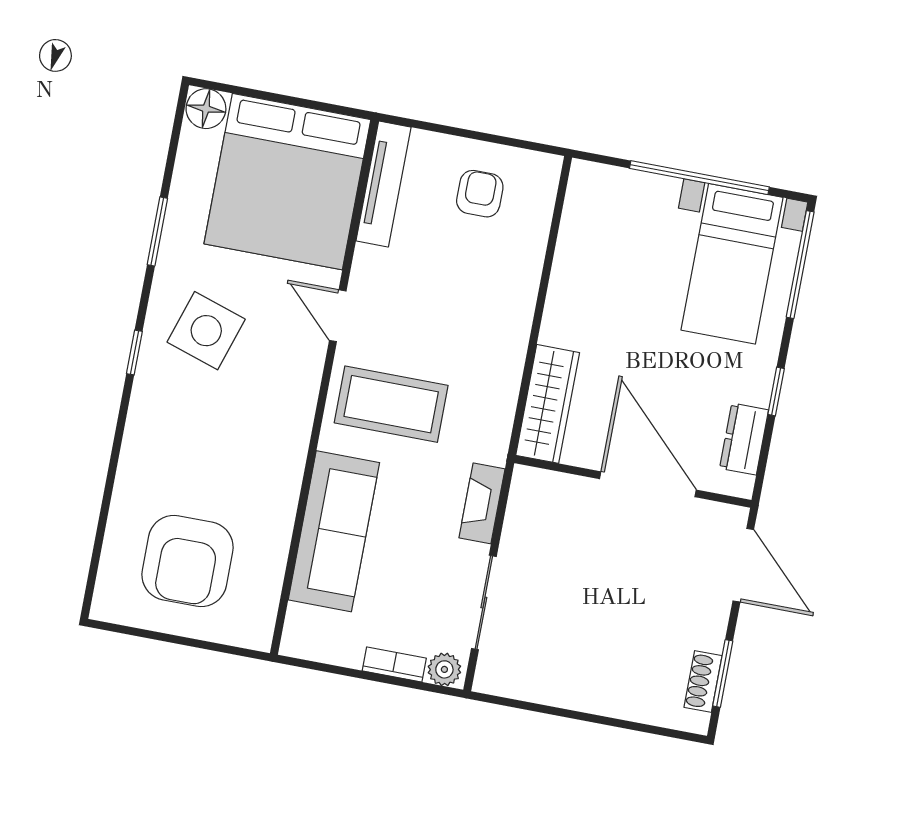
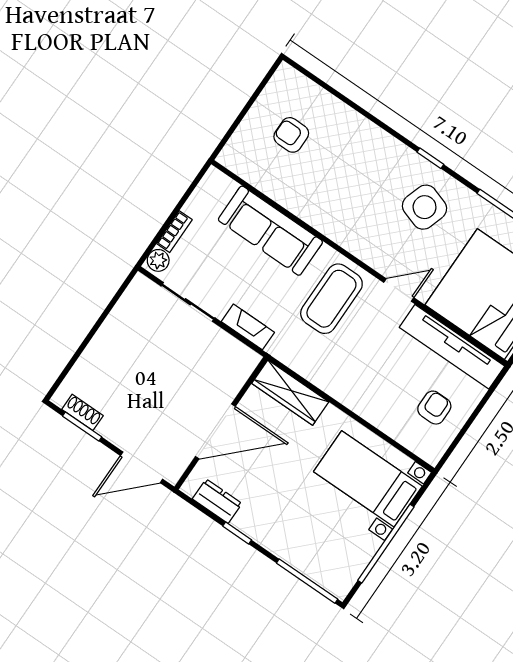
tv unit: (383, 184) -> (452, 347), width x1.36, depth x1.29
armchair: (480, 194) -> (434, 408), turned -90
bed with nightstands: (732, 264) -> (368, 479), moved
armchair: (188, 561) -> (291, 135), width x0.53, depth x0.53

